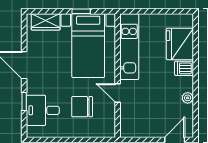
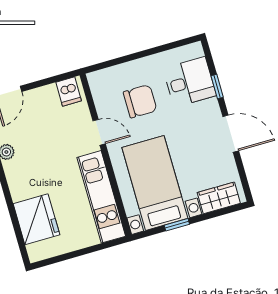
dishwasher: (184, 68) -> (69, 92), moved, turned 90

